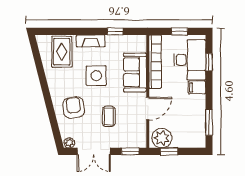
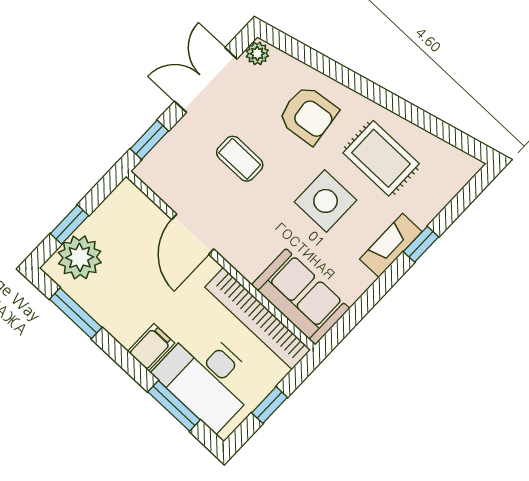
window: (115, 31) -> (421, 244), moved
rug: (62, 52) -> (381, 158), moved
window: (209, 62) -> (174, 406), width x1.50
sofa: (135, 72) -> (301, 297), moved
plant: (162, 138) -> (80, 257), moved
window: (169, 151) -> (69, 225), moved

